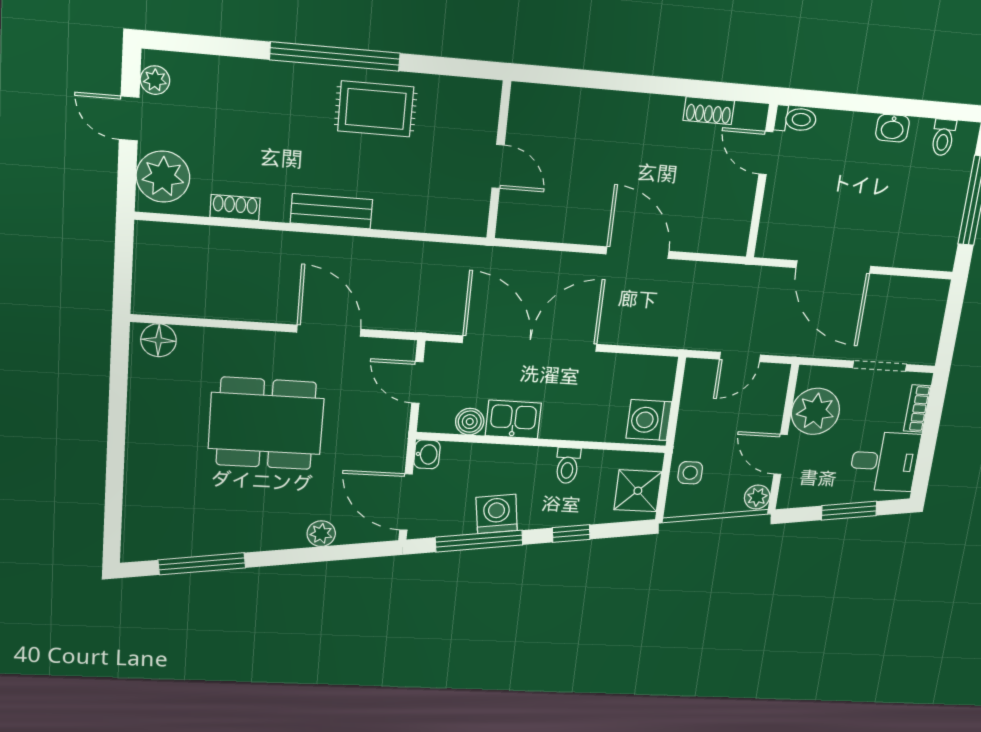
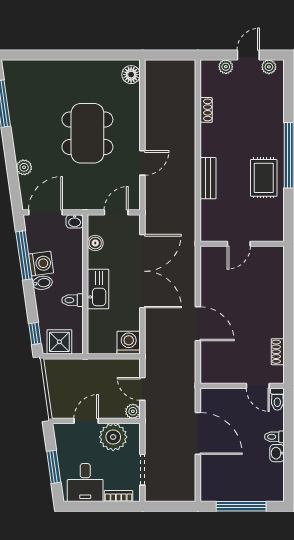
toilet: (943, 137) -> (274, 437), moved
door: (766, 153) -> (258, 386), swing flipped
plant: (163, 177) -> (226, 67), width x0.53, depth x0.53
bench: (331, 211) -> (208, 178), moved
door: (637, 253) -> (198, 324), hinge flipped
door: (833, 267) -> (198, 433), swing flipped
door: (329, 331) -> (142, 163), width x0.73
kitchen sink: (513, 419) -> (98, 289), moved, width x1.38
washing machine: (649, 420) -> (129, 343), moved
side table: (690, 473) -> (72, 370), removed
plant: (757, 497) -> (133, 411), moved
bidet: (531, 513) -> (42, 283), added
window: (571, 533) -> (35, 334), moved

